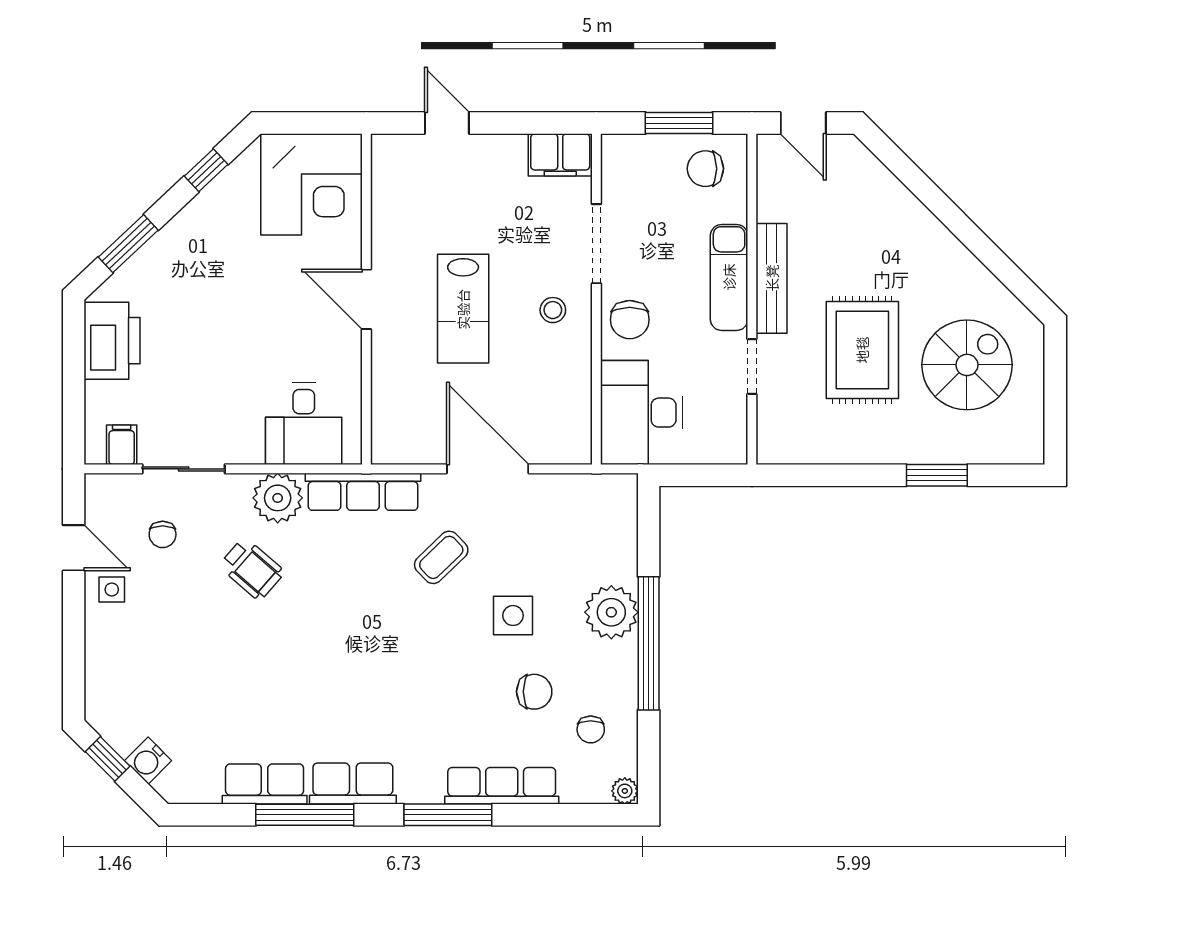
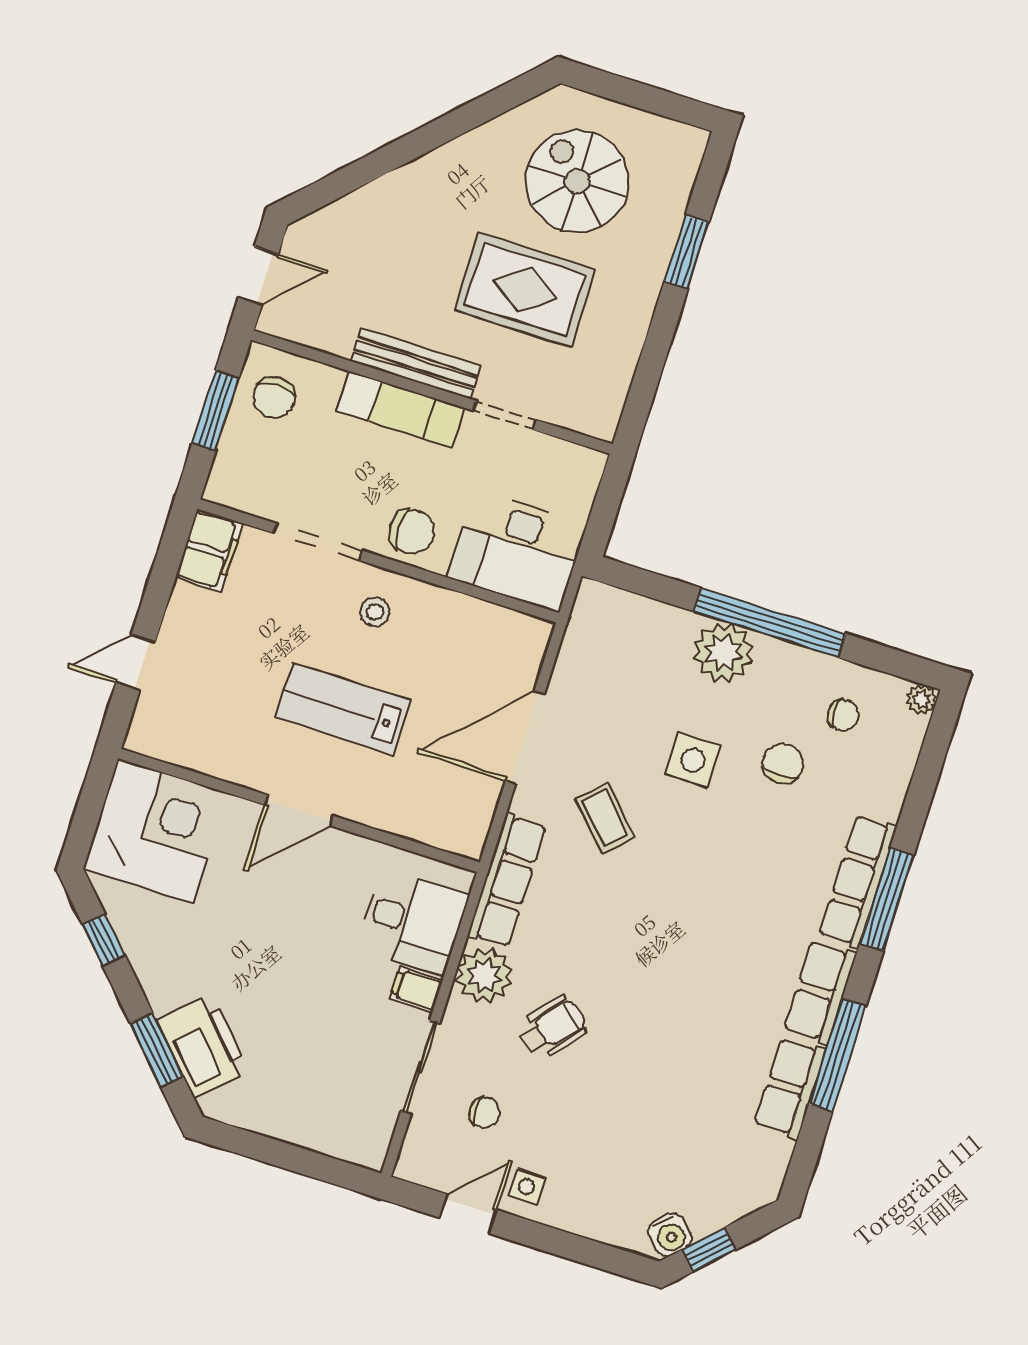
lab bench: (463, 309) -> (343, 709), turned 180
printer: (112, 341) -> (203, 1046), moved, turned 47
filing cabinet: (122, 445) -> (416, 989), moved
water cooler: (148, 761) -> (670, 1235), moved
row of seats: (502, 786) -> (858, 881), moved

